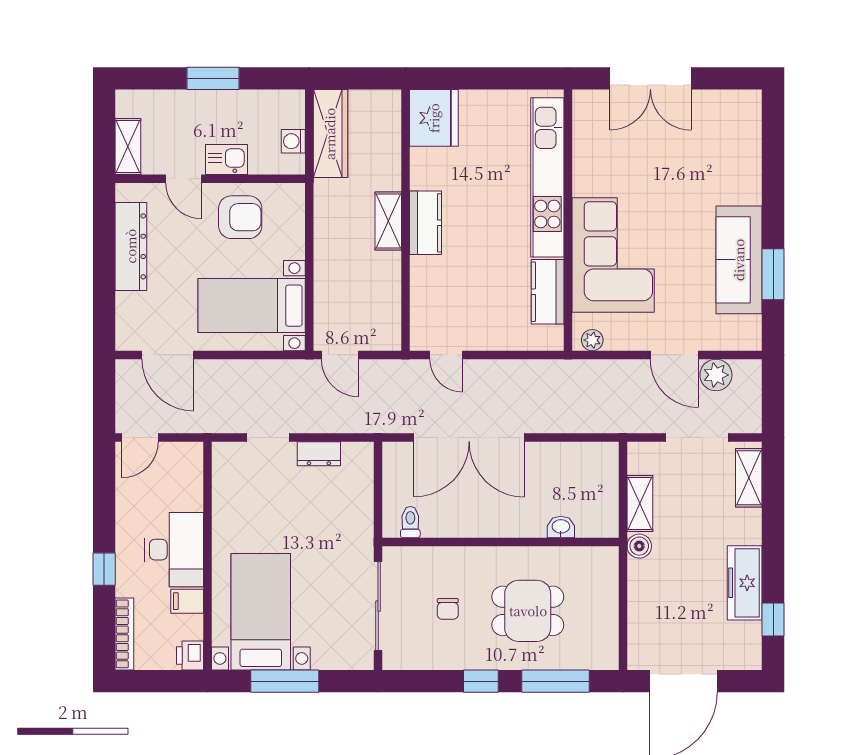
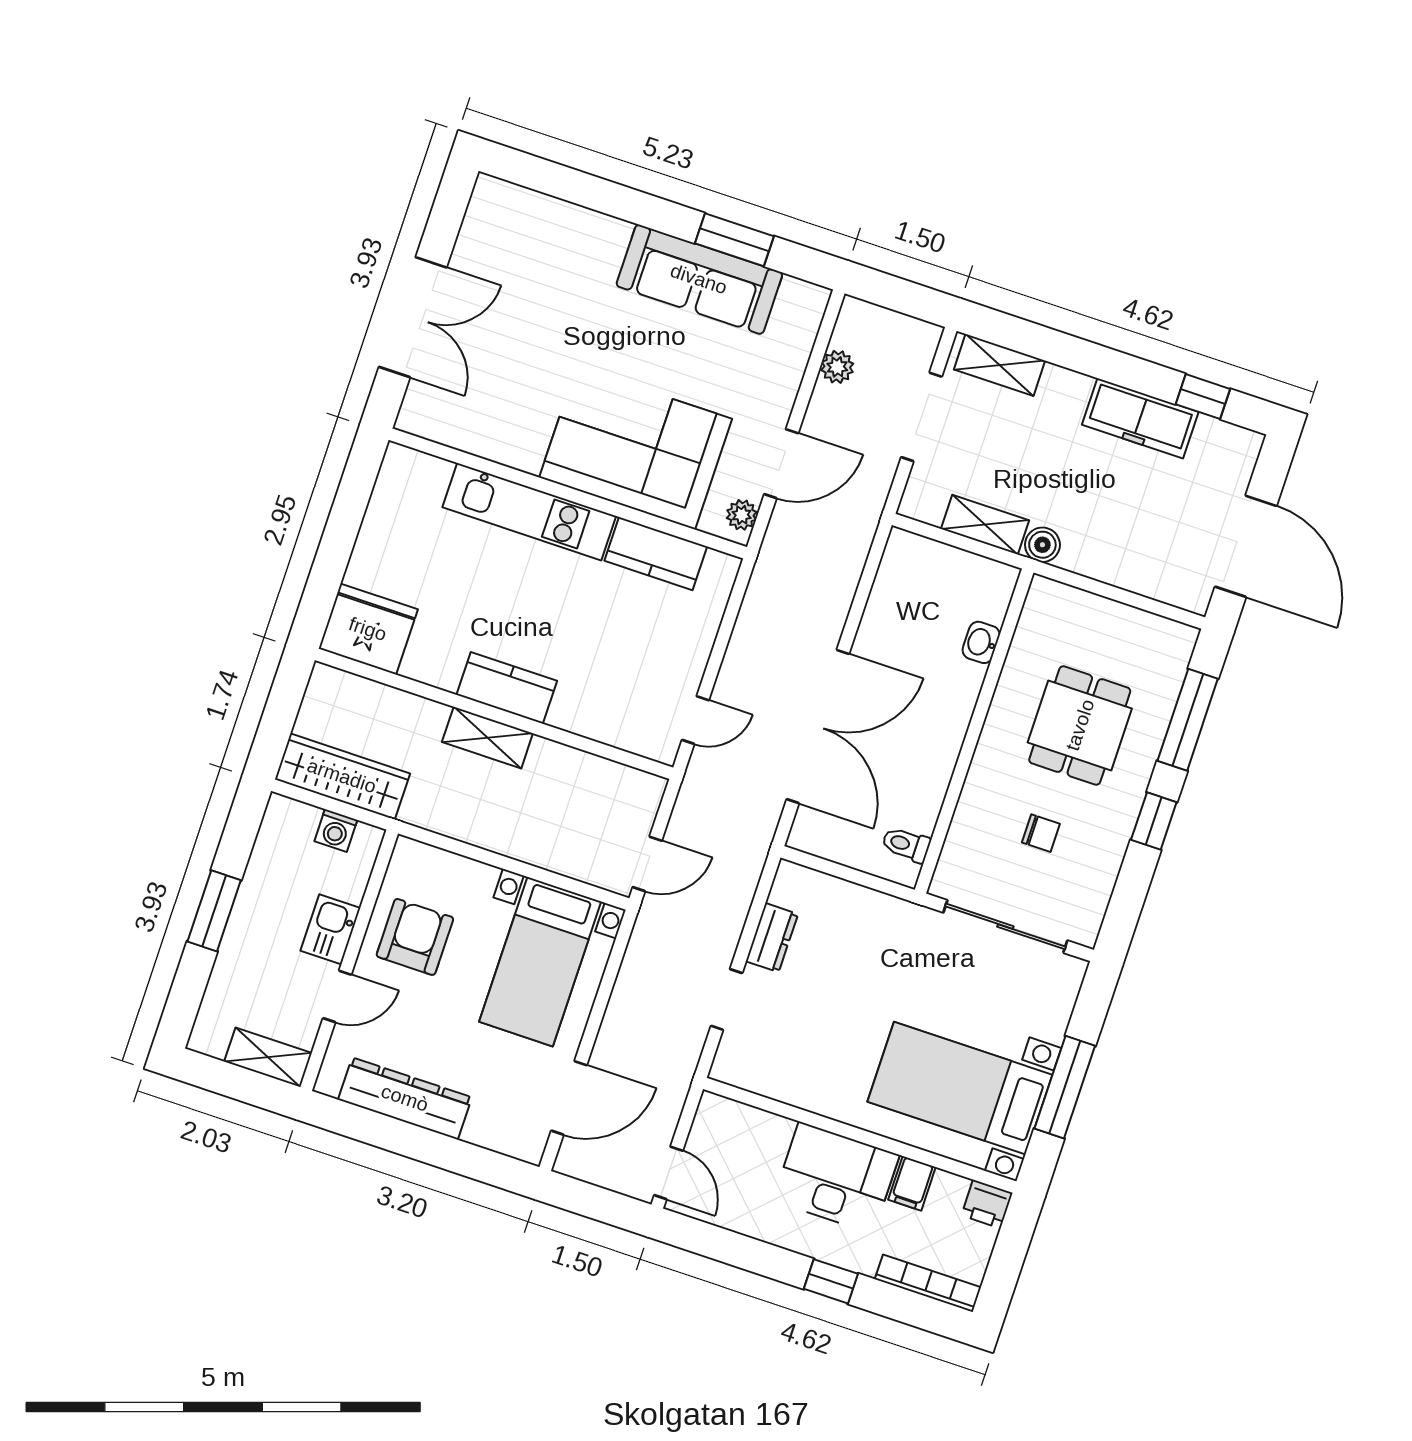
kitchen unit: (547, 177) -> (529, 512), width x0.73
door: (674, 355) -> (781, 464), moved
plant: (716, 375) -> (837, 367), width x0.73, depth x0.73

